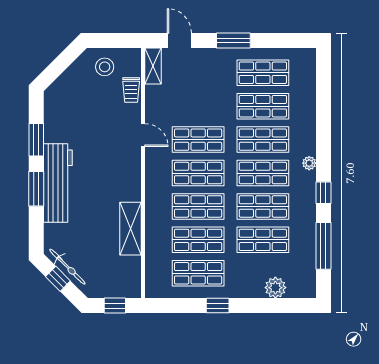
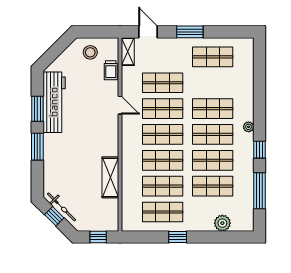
shop shelf: (263, 106) -> (163, 83), moved
workbench: (58, 183) -> (54, 102), moved

